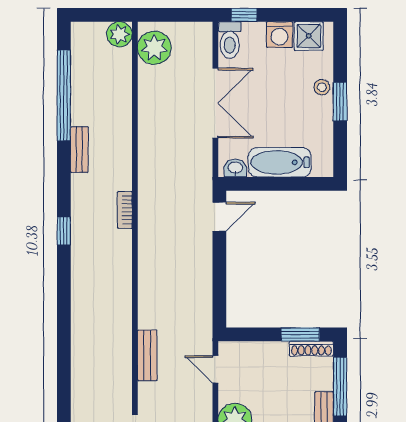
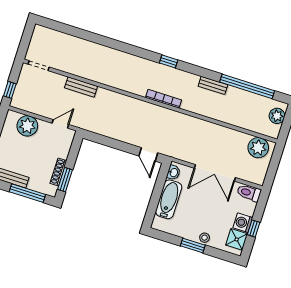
window: (244, 15) -> (254, 228), moved
plant: (119, 34) -> (277, 116), moved
bookcase: (125, 210) -> (164, 99), width x1.56
shoe rack: (311, 349) -> (58, 172), moved

